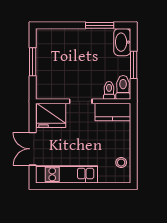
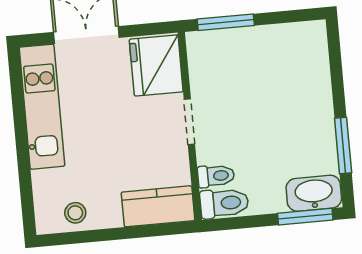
window: (33, 62) -> (226, 22), moved
window: (134, 65) -> (305, 217), moved
kitchen counter: (113, 112) -> (158, 206), moved, turned 90

